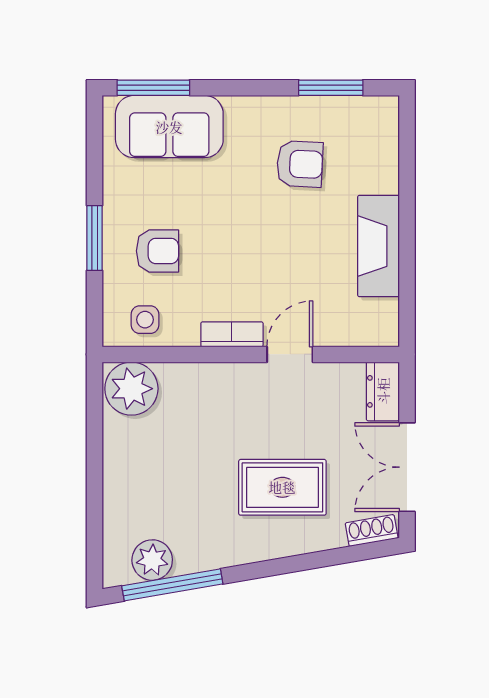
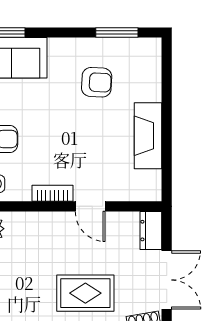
door: (290, 354) -> (90, 206), swing flipped
double door: (407, 467) -> (167, 280), swing flipped

